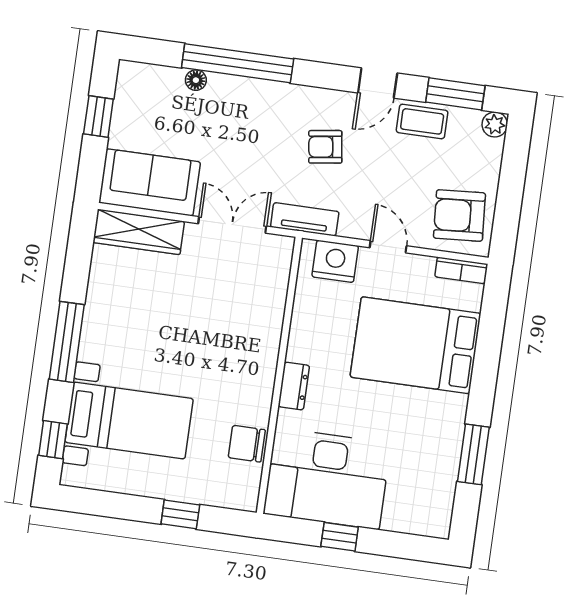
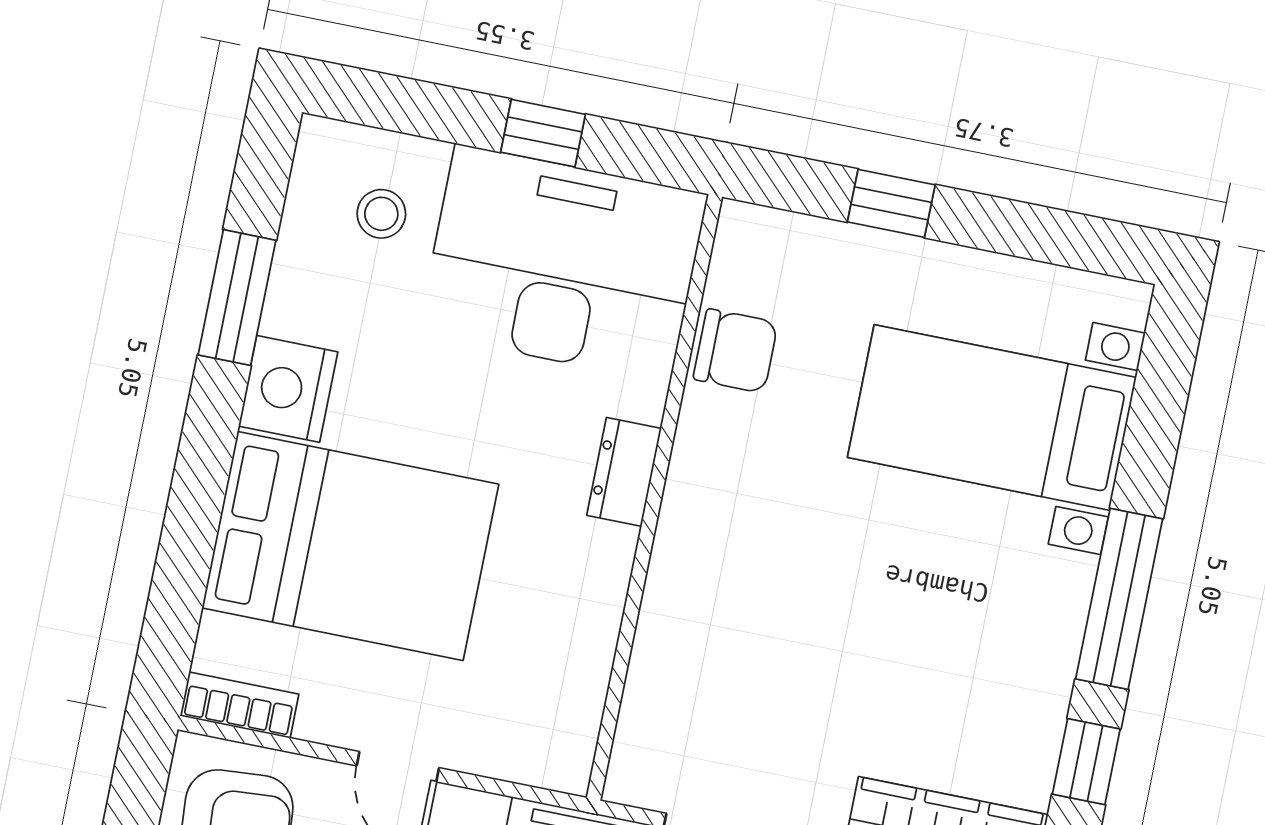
nightstand: (335, 261) -> (288, 389), moved, turned 90
window: (53, 440) -> (1086, 762), moved
stool: (410, 496) -> (381, 214), added

